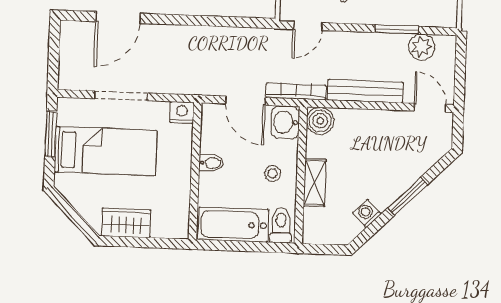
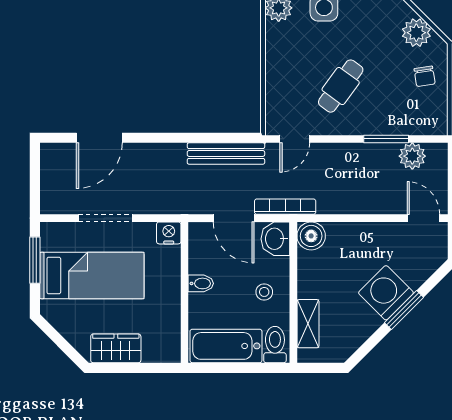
bench: (365, 91) -> (226, 153), moved
shelving: (315, 183) -> (308, 324), moved
washing machine: (367, 213) -> (386, 293), moved, width x1.89, depth x1.89

